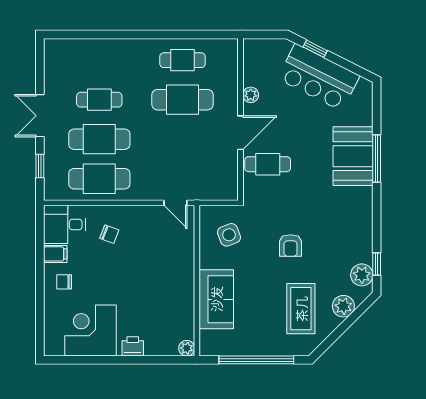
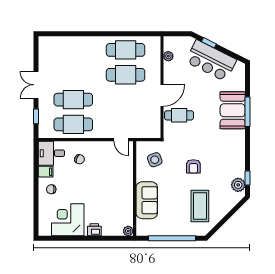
cafe table: (182, 60) -> (126, 50), width x1.37, depth x1.35
plant: (251, 95) -> (168, 56), moved
cafe table: (99, 100) -> (73, 75), removed
plant: (343, 306) -> (227, 205), removed

